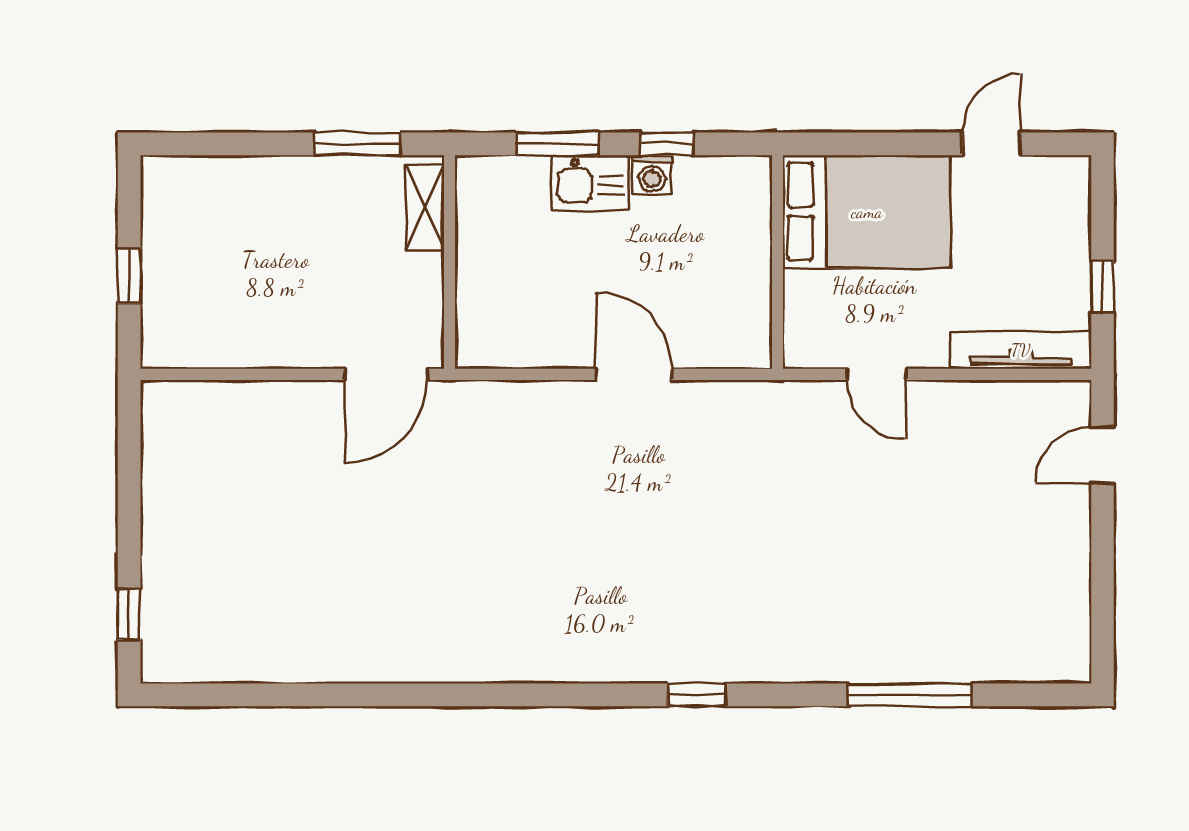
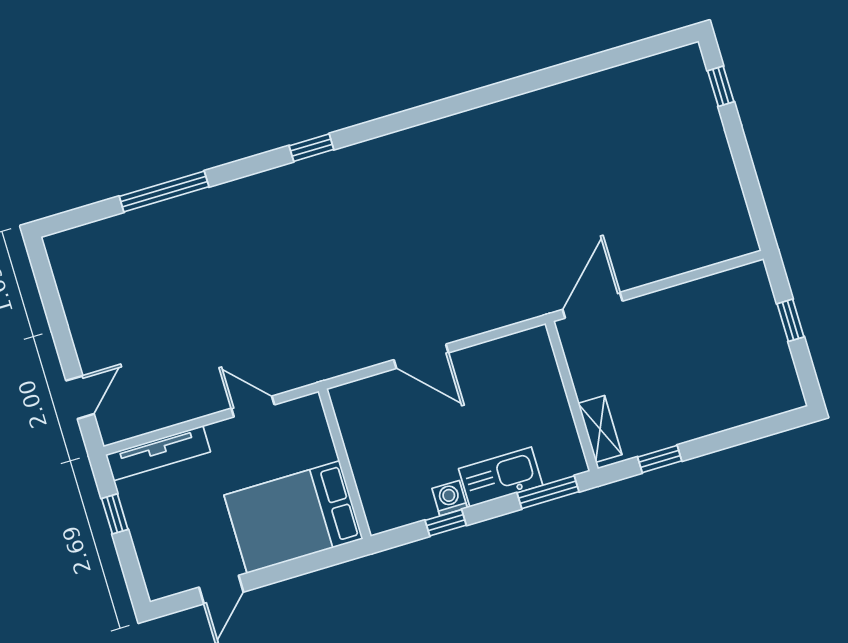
window: (358, 144) -> (660, 459), width x0.67
window: (557, 144) -> (548, 492), moved
kitchen sink: (590, 183) -> (501, 477), width x1.38

